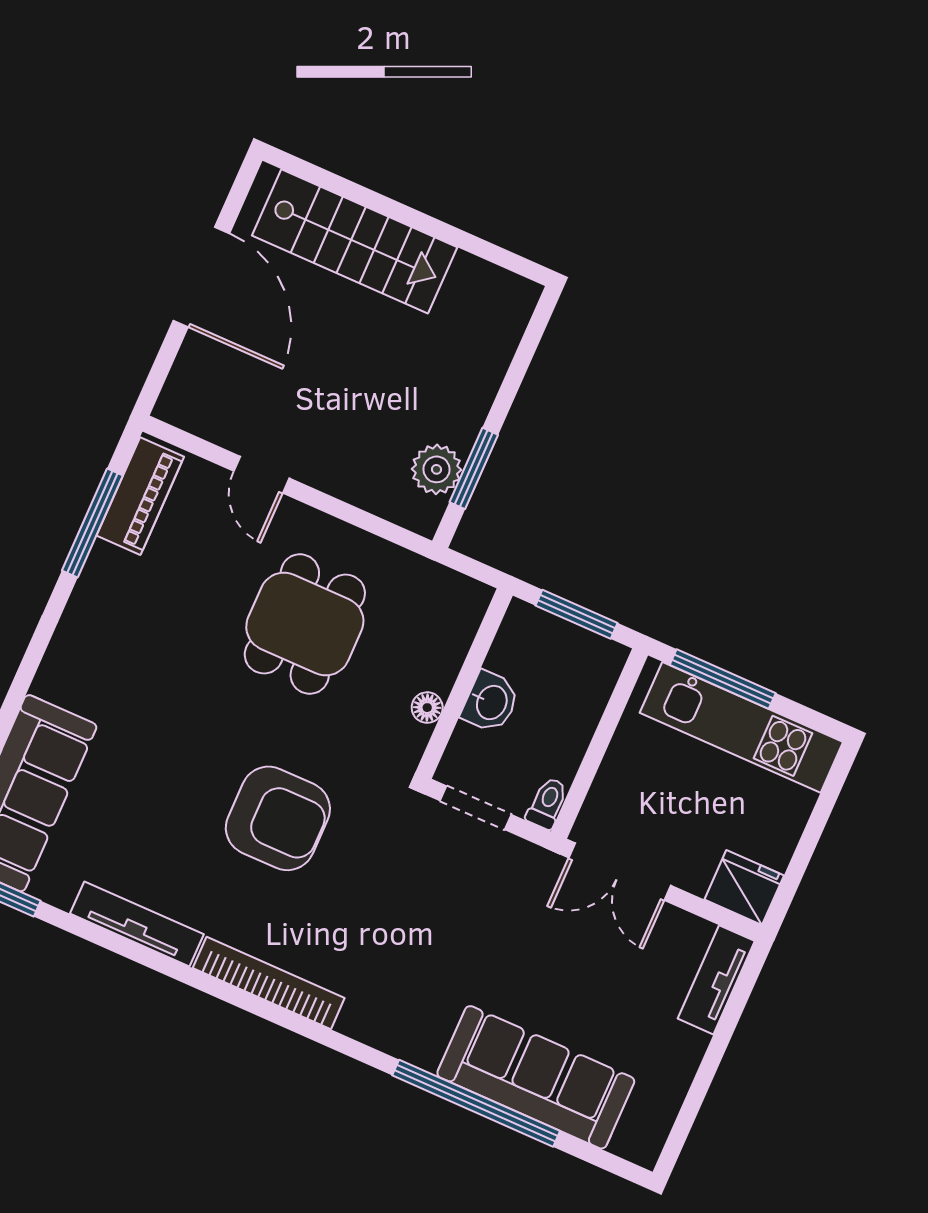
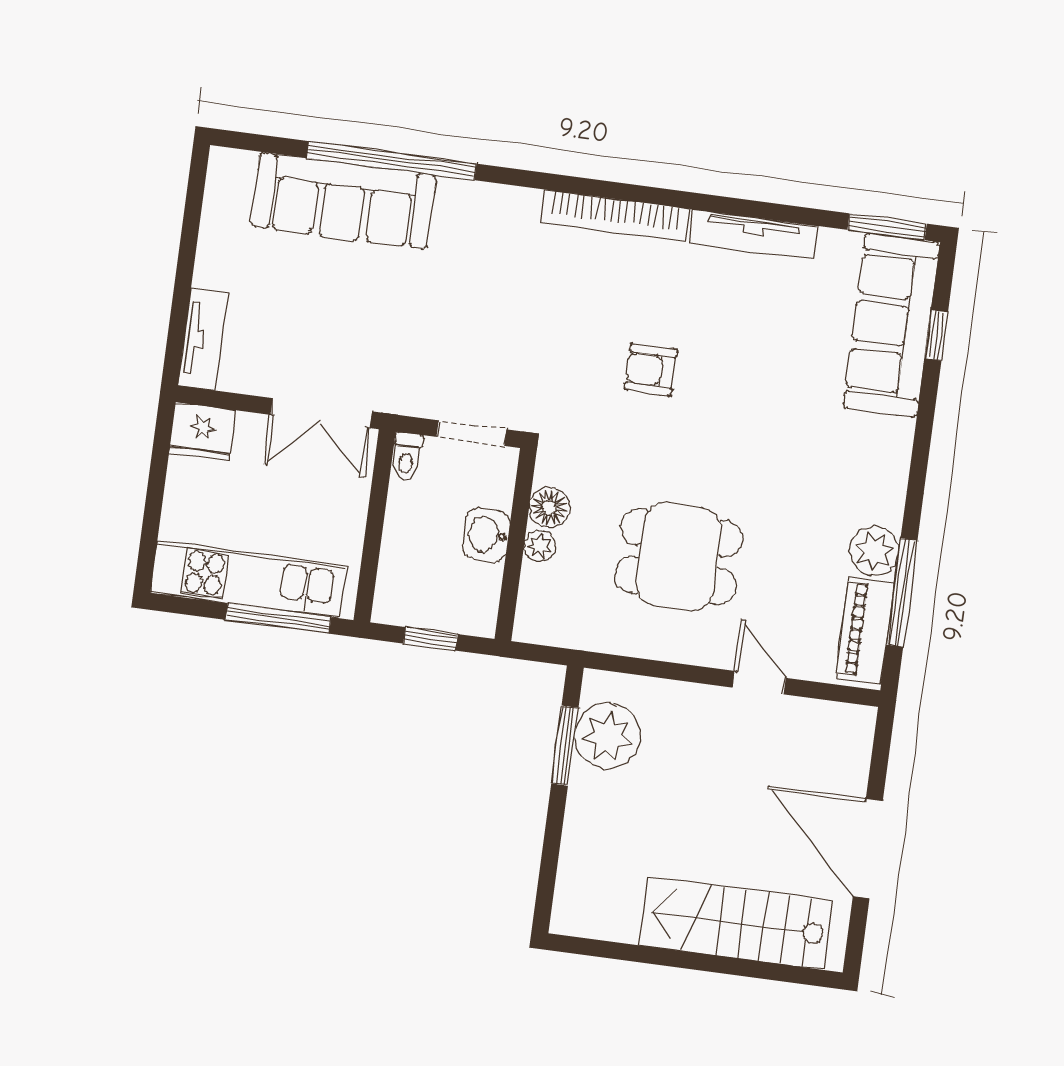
plant: (436, 469) -> (608, 736), width x1.36, depth x1.36
plant: (108, 573) -> (874, 551), added
window: (577, 614) -> (431, 639), width x0.67
dining table: (305, 624) -> (679, 557), turned 90
plant: (441, 675) -> (540, 546), added
floor lamp: (427, 708) -> (549, 508), width x1.37, depth x1.37
armchair: (278, 818) -> (651, 370), width x0.53, depth x0.53
double door: (620, 872) -> (321, 413), swing flipped

